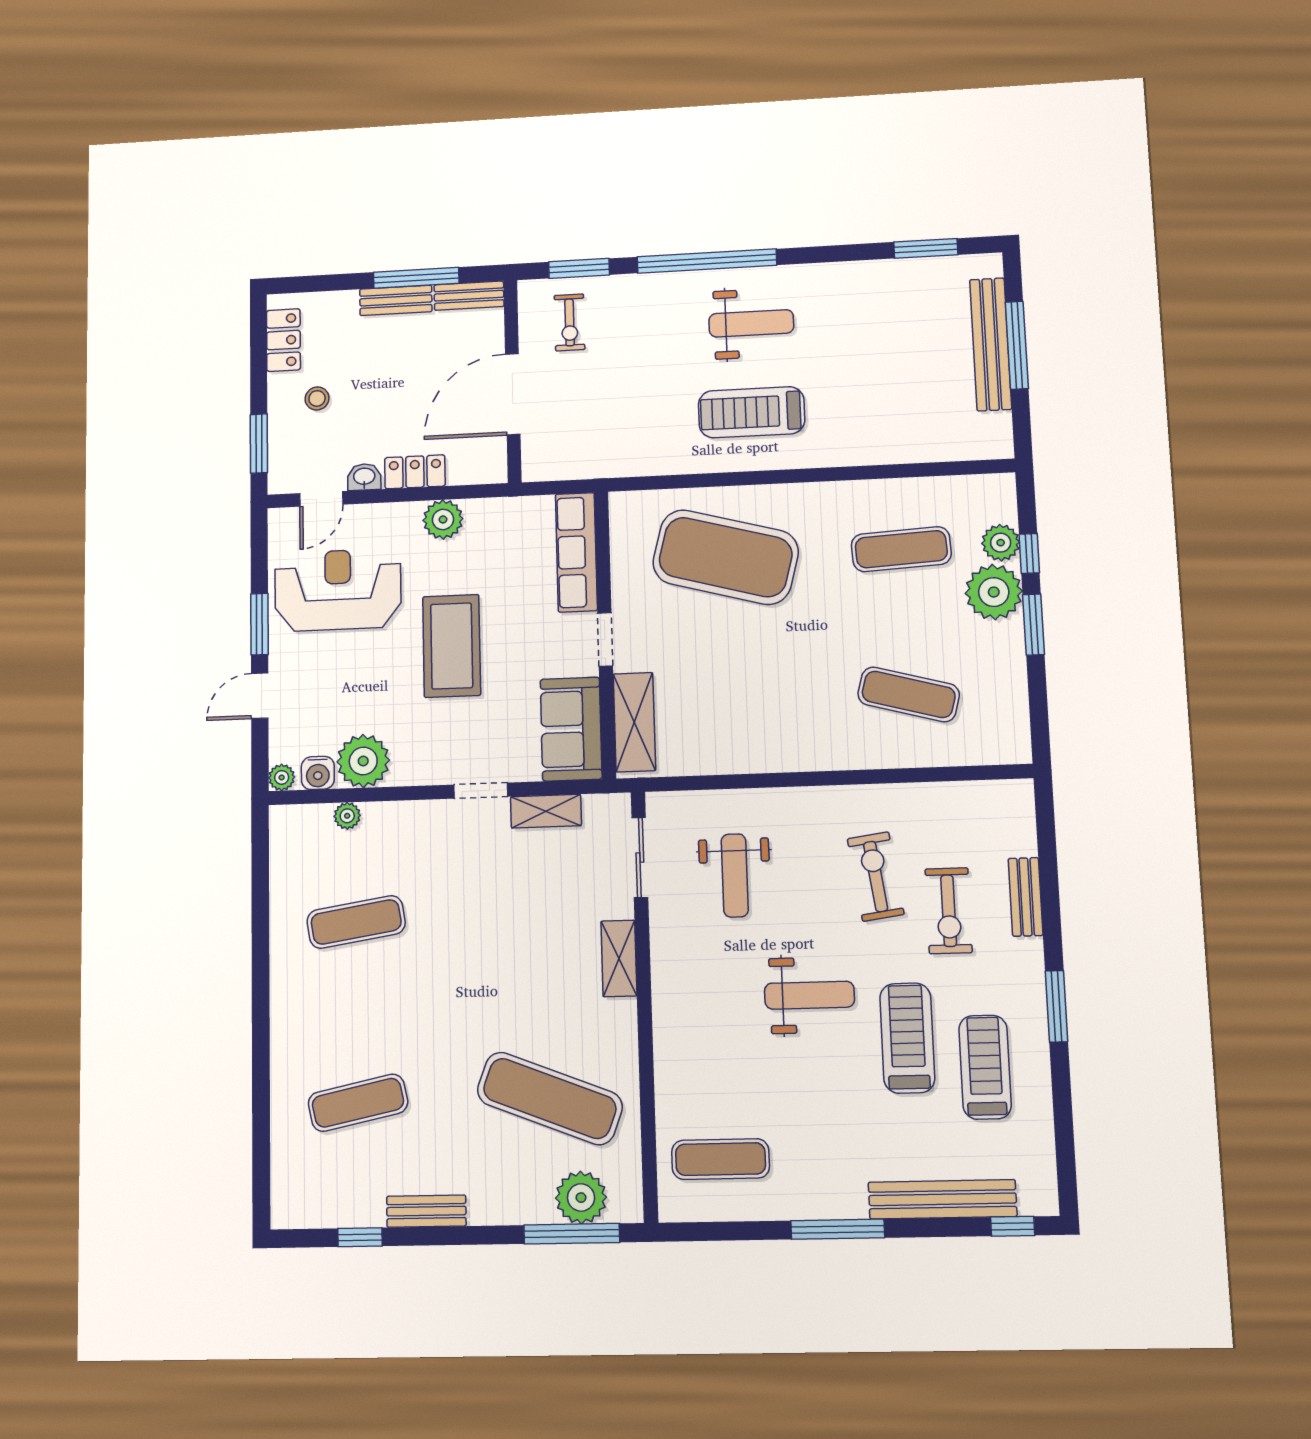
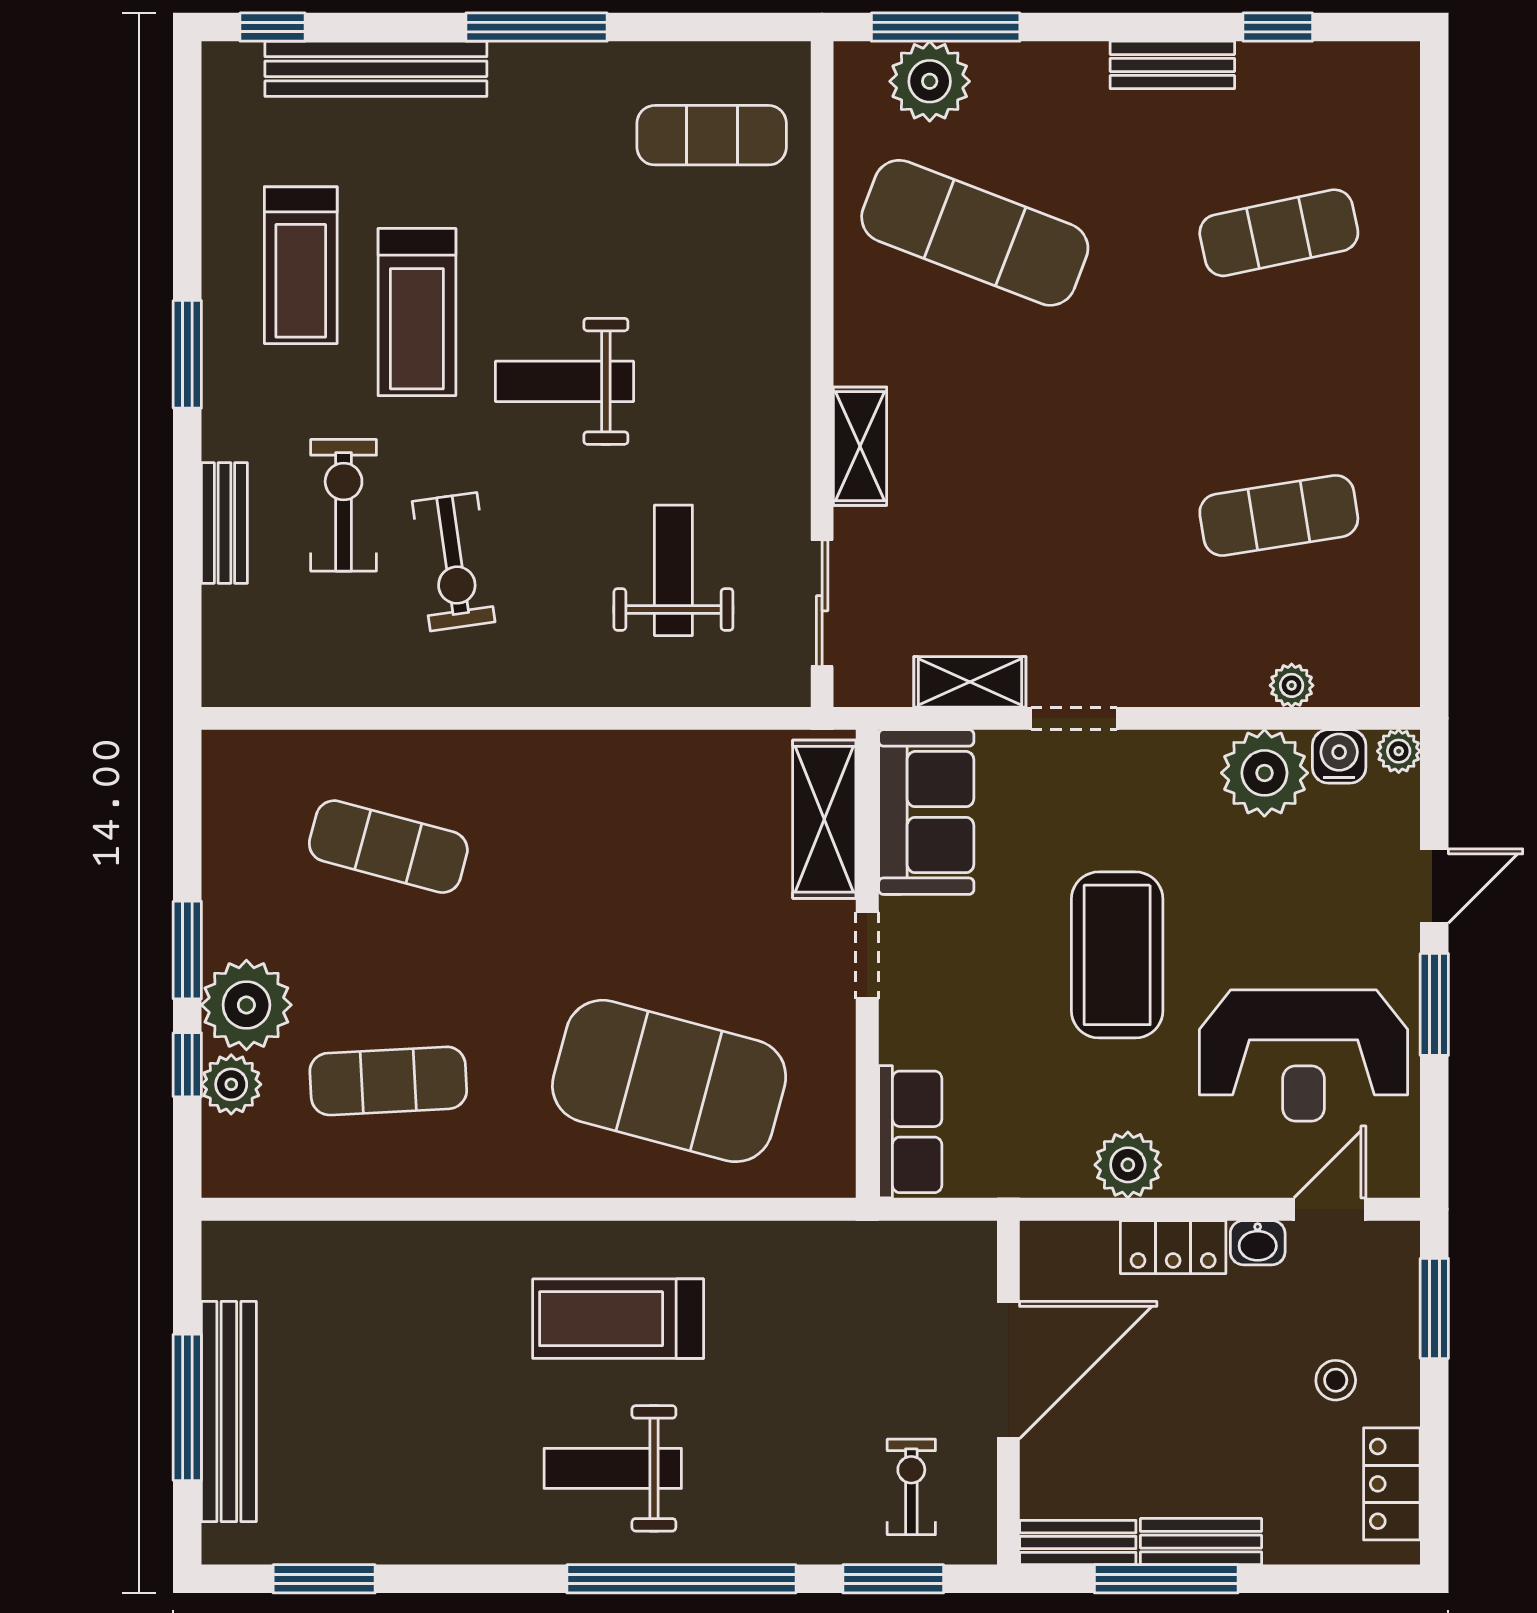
treadmill: (751, 412) -> (618, 1319), turned 180
row of seats: (576, 552) -> (910, 1132), width x0.68

